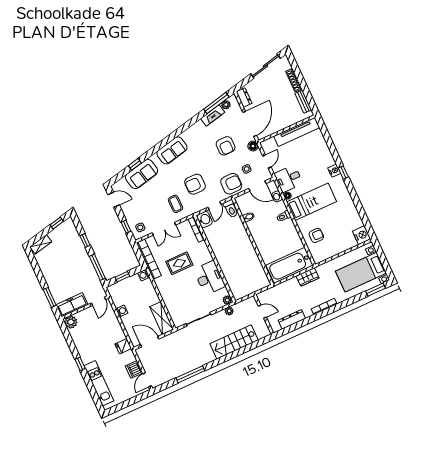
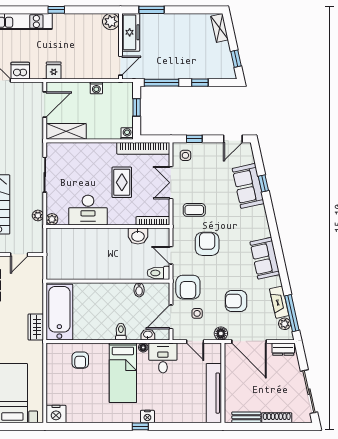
sofa: (172, 150) -> (265, 258), moved
washbasin: (205, 219) -> (138, 236), moved
door: (99, 301) -> (121, 66), swing flipped

